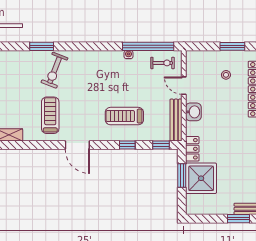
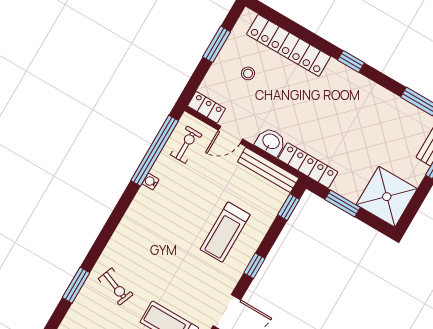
locker: (192, 62) -> (207, 107), added
exercise bike: (54, 70) -> (116, 287), width x0.73, depth x0.72
window: (127, 145) -> (254, 266), moved
locker: (192, 149) -> (308, 165), width x1.53
shower: (201, 178) -> (387, 197), moved

